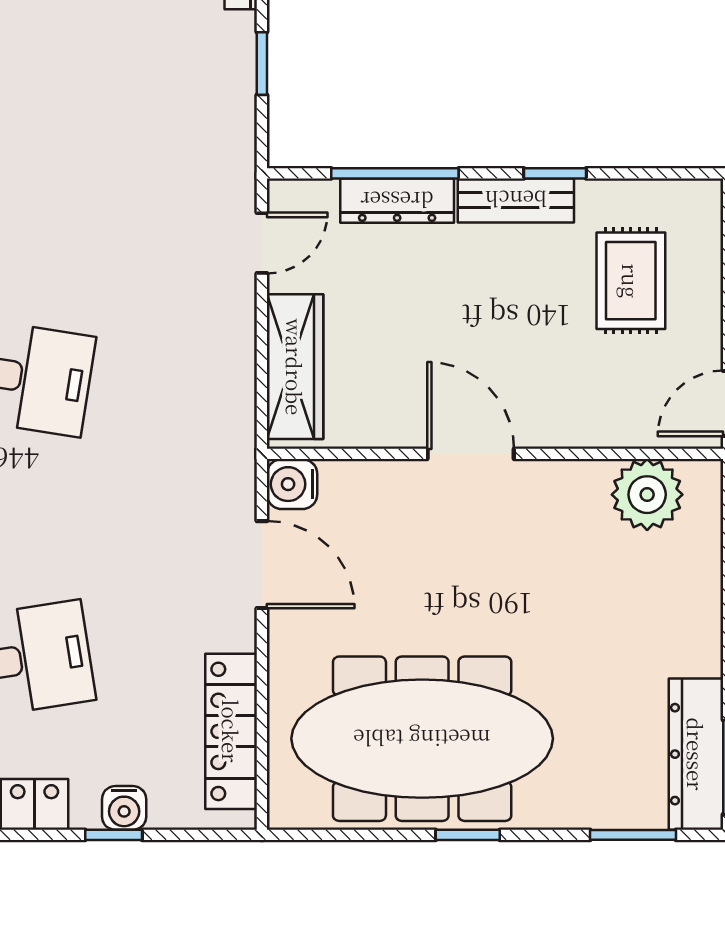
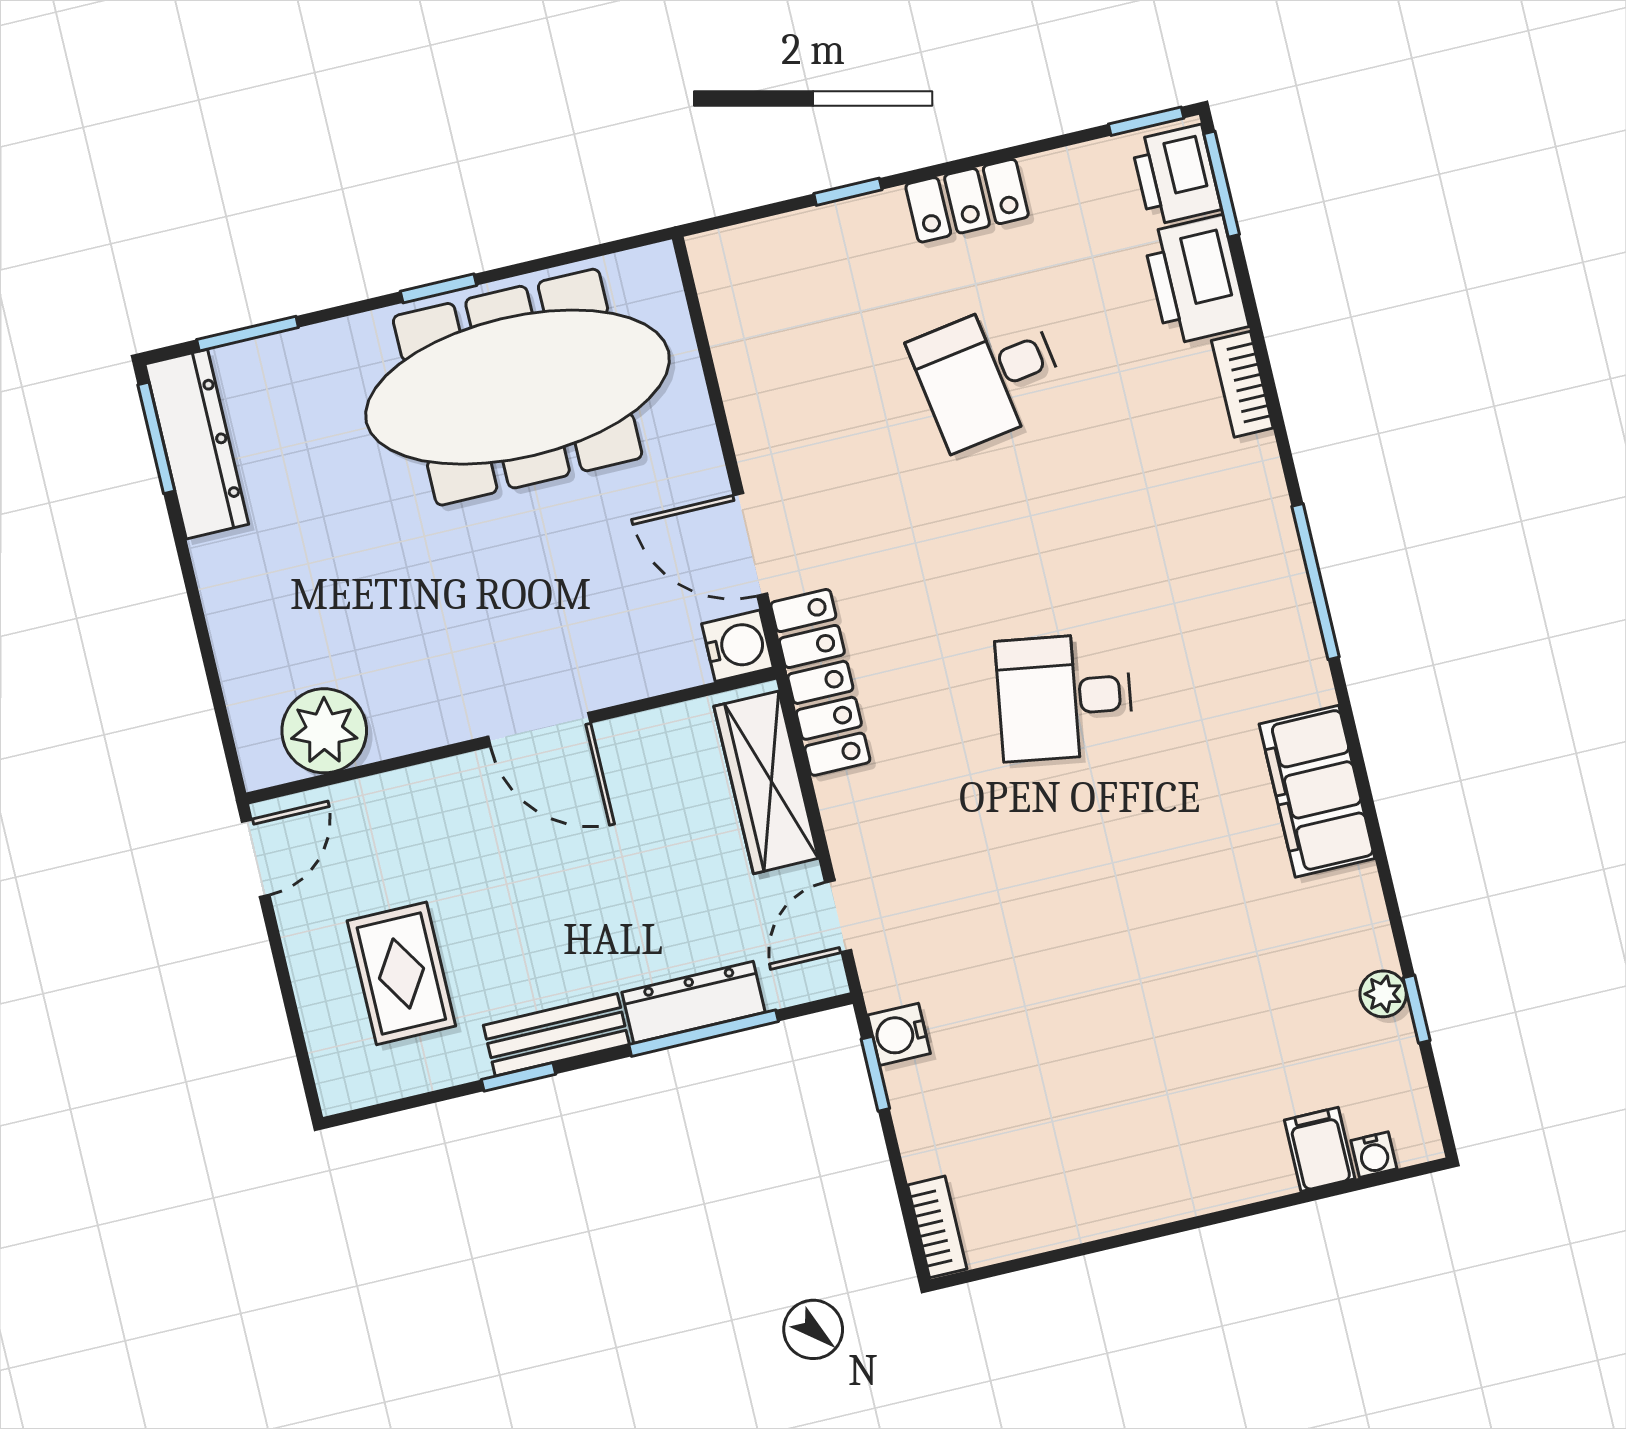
window: (262, 63) -> (875, 1074), moved
locker: (231, 731) -> (820, 682), moved
water cooler: (124, 808) -> (899, 1034), moved, turned -90

